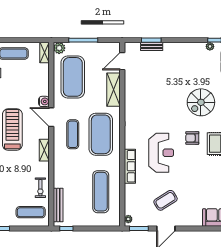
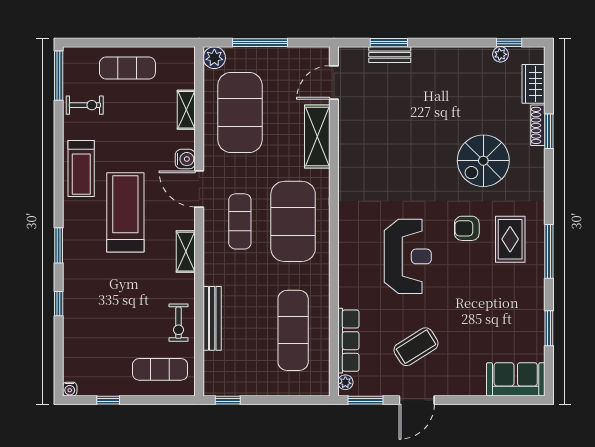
shelving: (45, 53) -> (186, 110), moved
row of seats: (130, 166) -> (348, 341), moved
bench: (58, 205) -> (212, 318), moved

